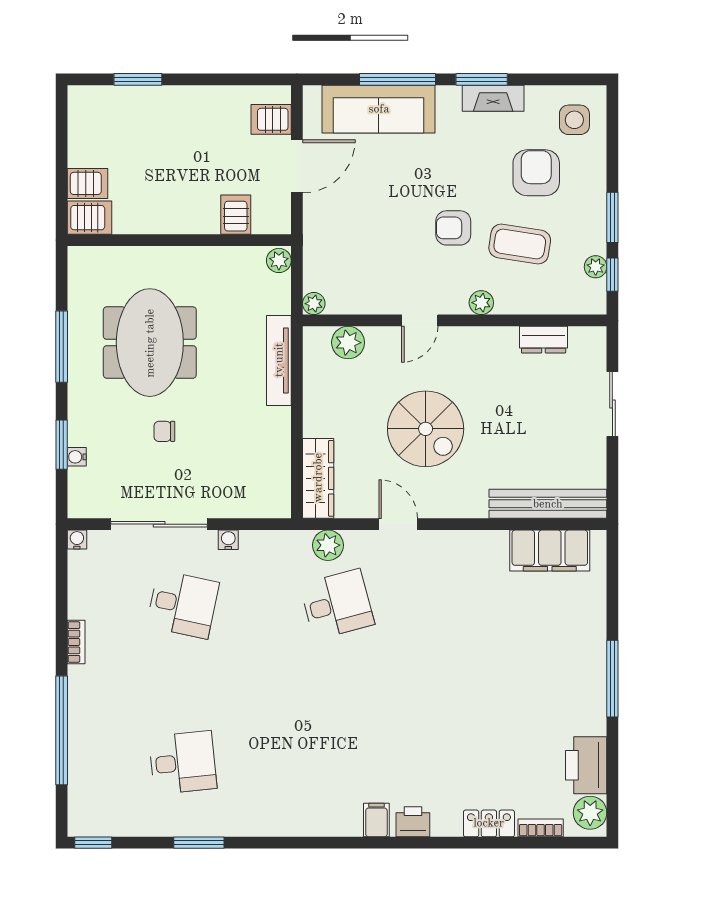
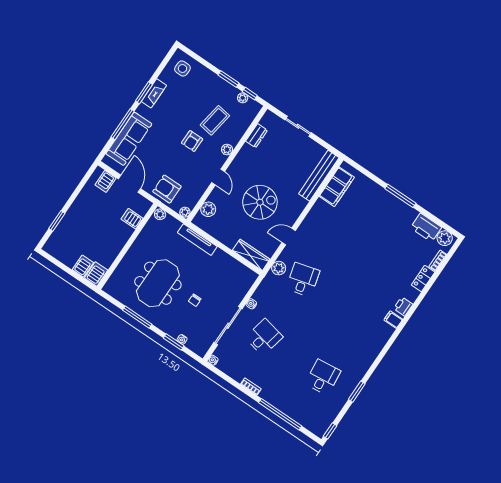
armchair: (536, 173) -> (167, 189), moved
meeting table: (150, 343) -> (158, 283), turned 90

